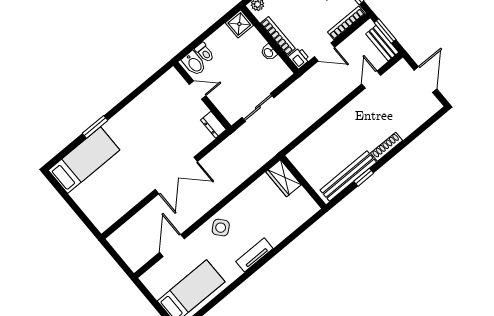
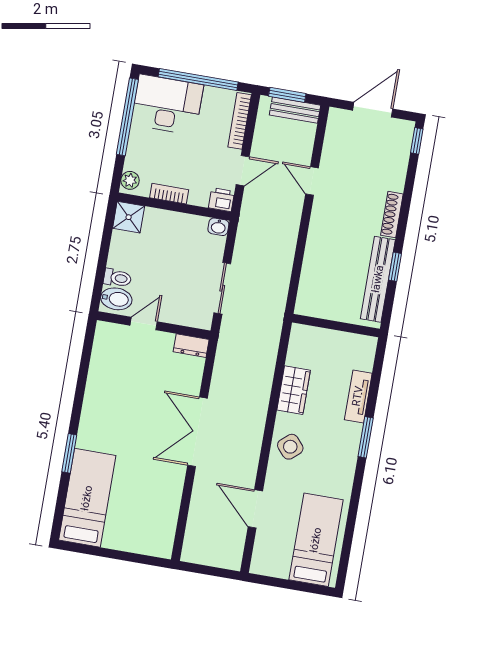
bookcase: (278, 36) -> (169, 194), width x0.64
washbasin: (269, 52) -> (218, 227), moved
door: (371, 80) -> (312, 181), moved
door: (425, 80) -> (373, 110), hinge flipped
window: (435, 118) -> (417, 141), added
double door: (176, 175) -> (198, 432), swing flipped
wardrobe: (283, 178) -> (294, 390), moved, turned -90
tv unit: (254, 255) -> (358, 396), moved
window: (267, 258) -> (366, 437), added

